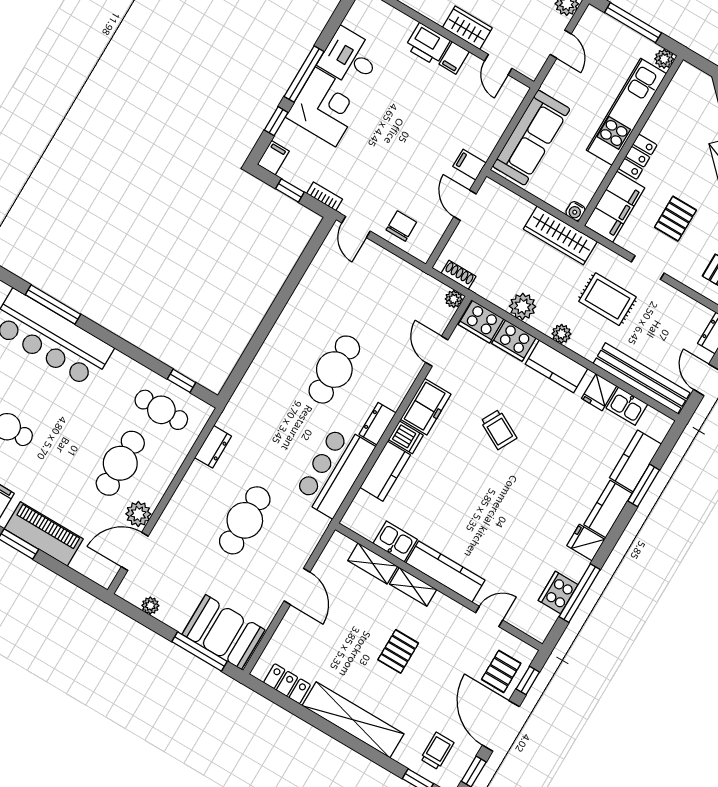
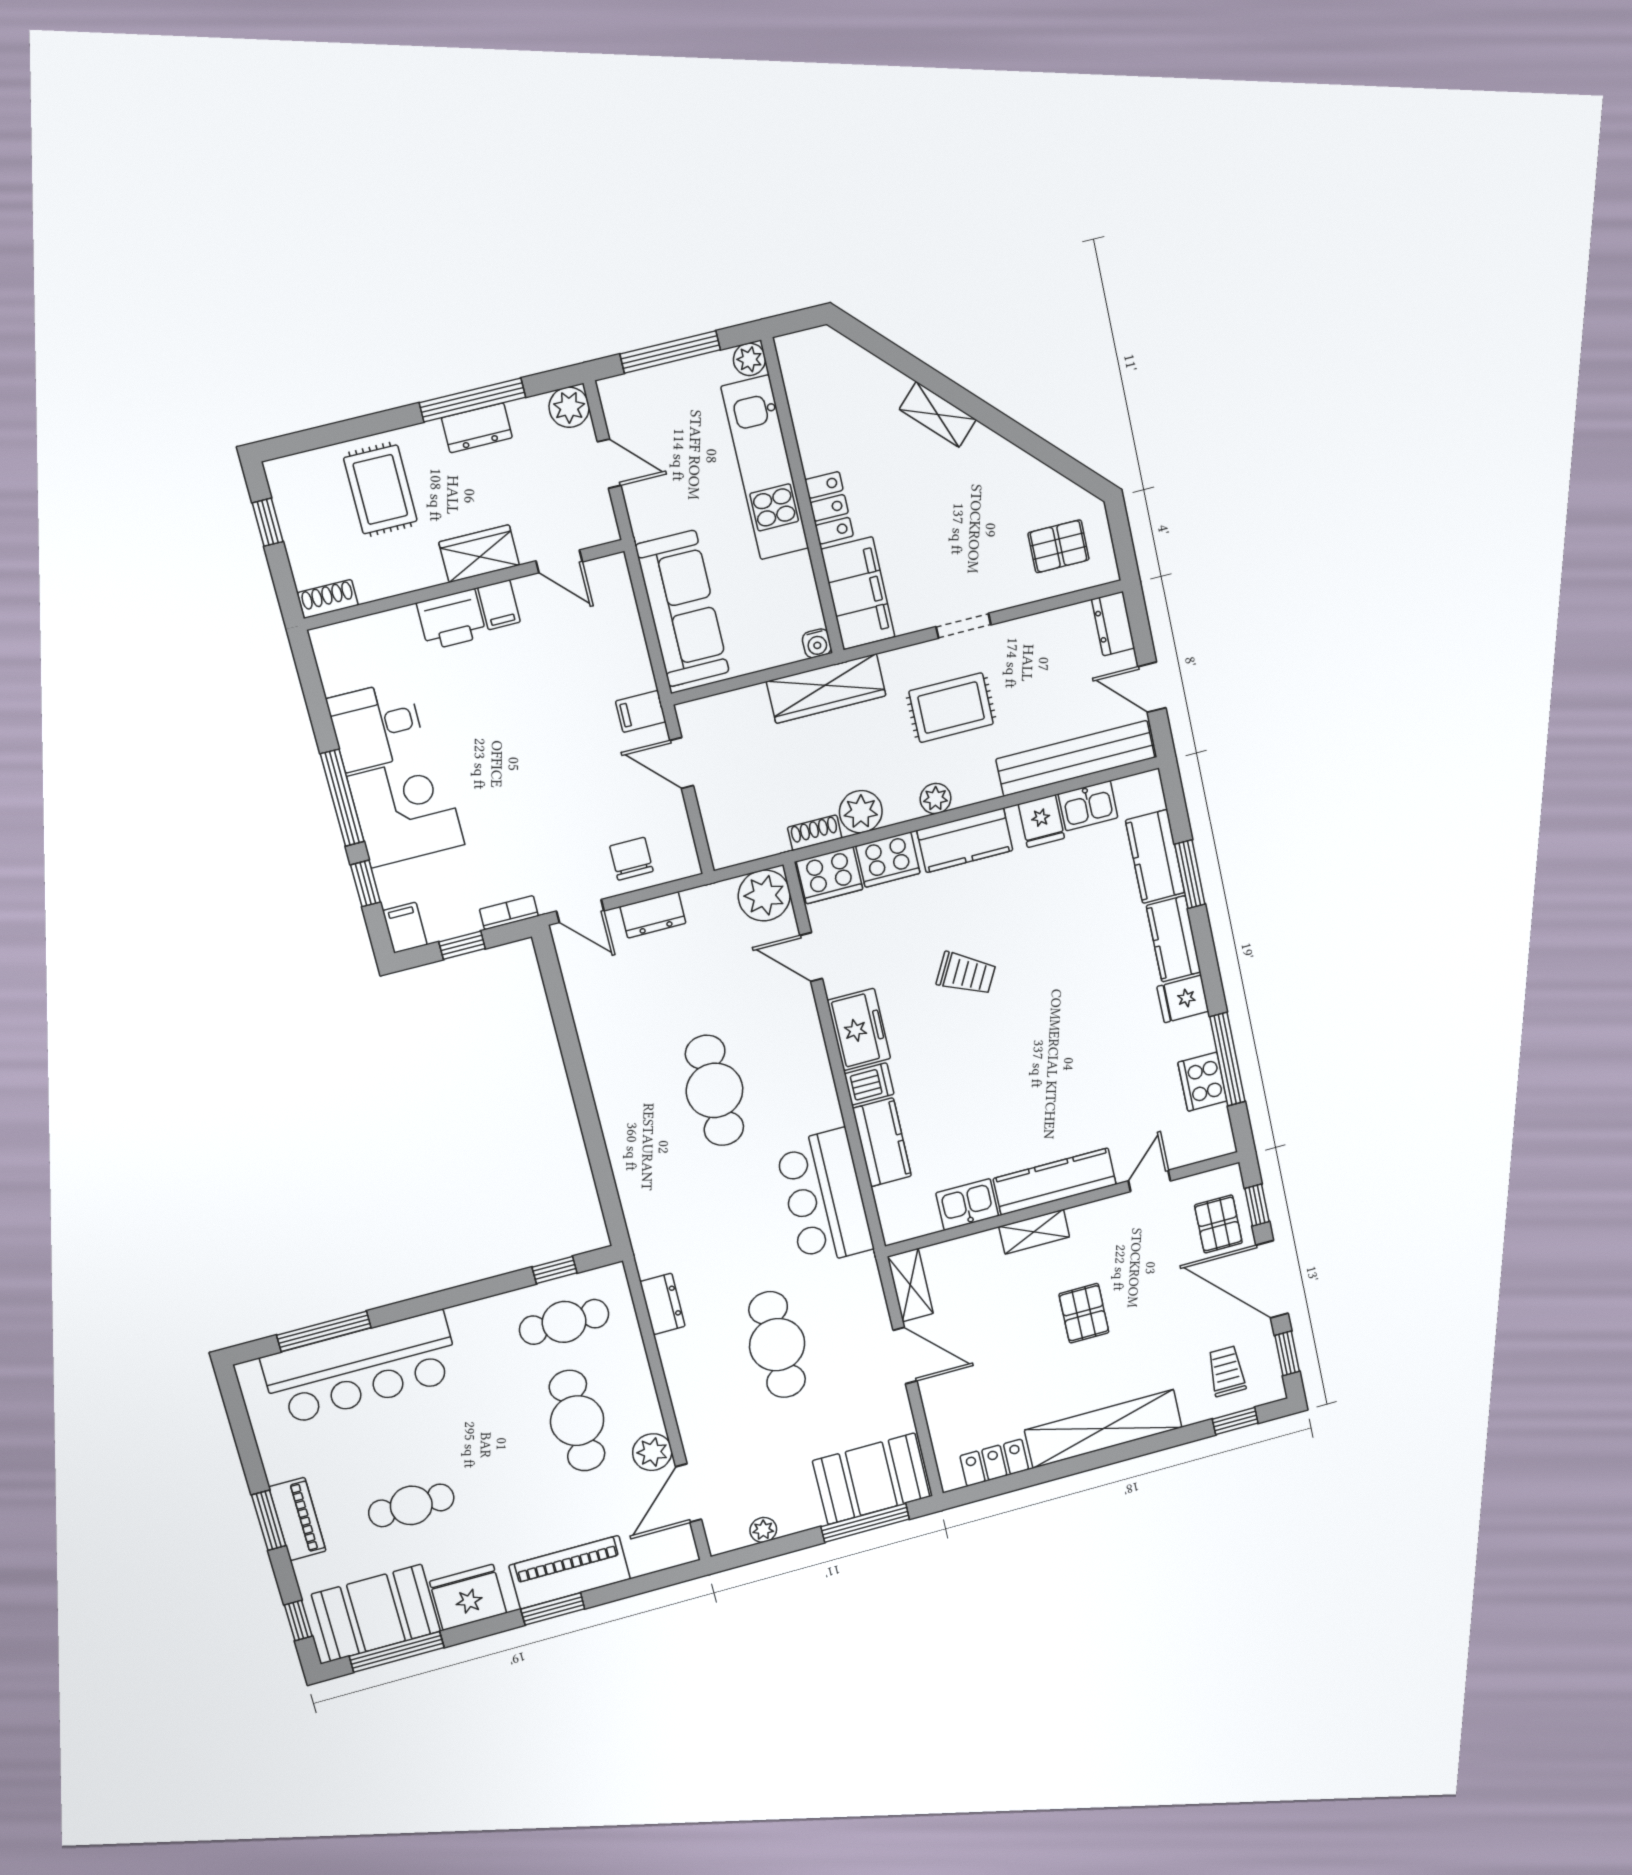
pallet: (675, 219) -> (943, 537), removed
shoe rack: (458, 275) -> (815, 833), moved
plant: (454, 299) -> (764, 895), width x1.87, depth x1.87
dresser: (378, 424) -> (653, 915), moved, turned -90
shelving: (373, 563) -> (910, 1285), moved, turned 90

